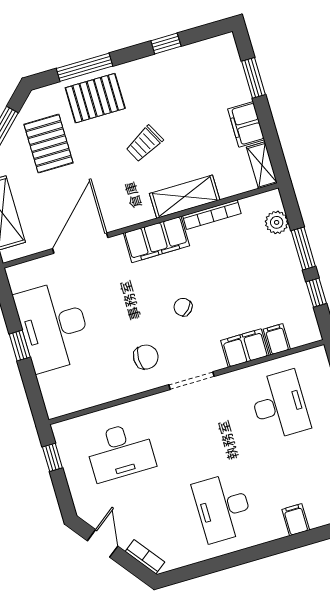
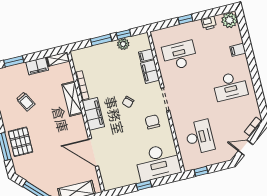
pallet: (48, 144) -> (42, 166), removed
trolley: (144, 144) -> (26, 102), moved
plant: (277, 222) -> (123, 44), moved
desk: (53, 326) -> (158, 162), moved

